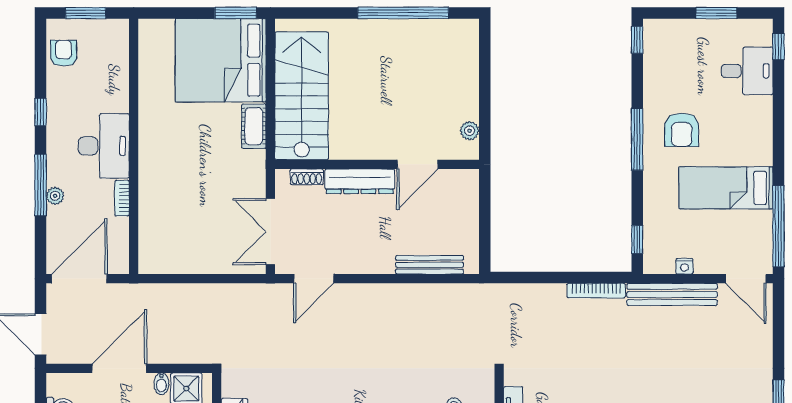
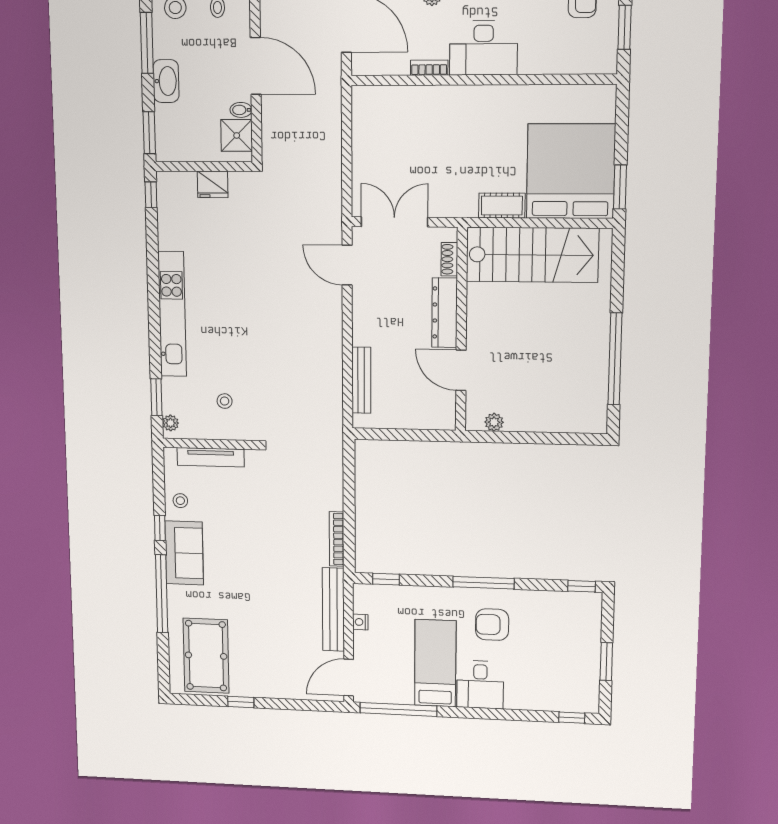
desk: (747, 71) -> (480, 685), moved

